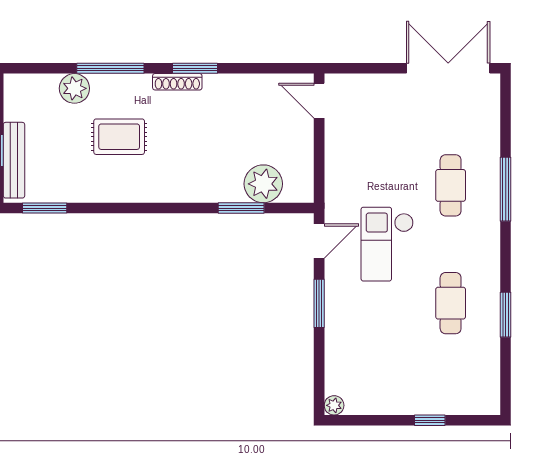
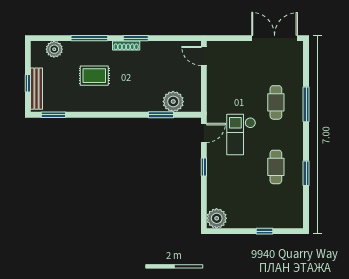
plant: (74, 88) -> (54, 49), moved
window: (319, 303) -> (204, 167), width x0.67
plant: (334, 405) -> (217, 218), width x1.87, depth x1.87

